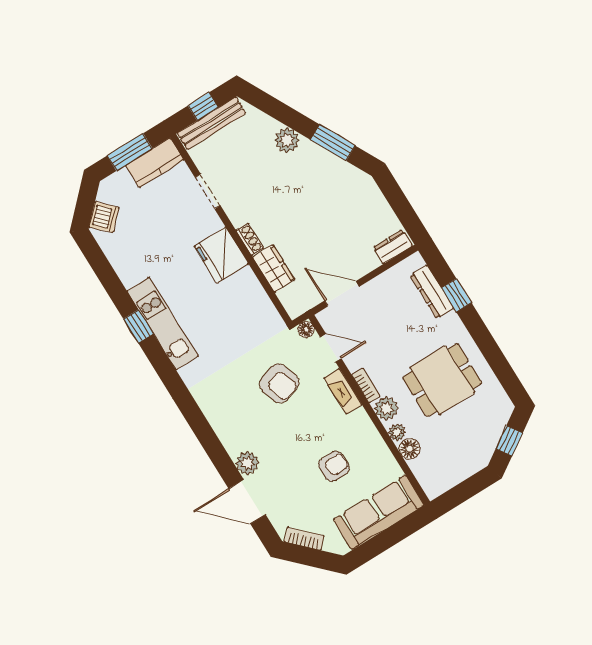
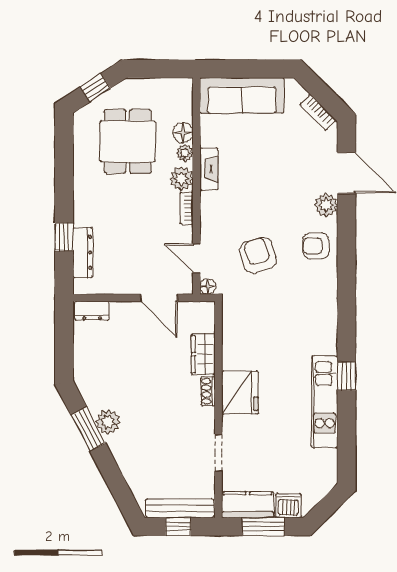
plant: (287, 140) -> (108, 422), moved
dishwasher: (104, 217) -> (288, 506), moved, turned 45
kitchen unit: (163, 324) -> (325, 402), moved
dining table: (442, 380) -> (128, 141), moved, turned 90
fireplace: (343, 391) -> (209, 169), moved
armchair: (334, 466) -> (316, 246), moved

